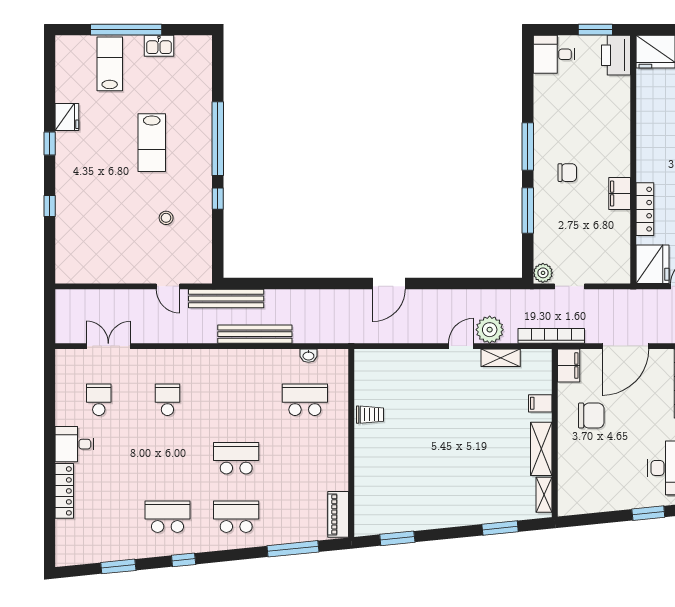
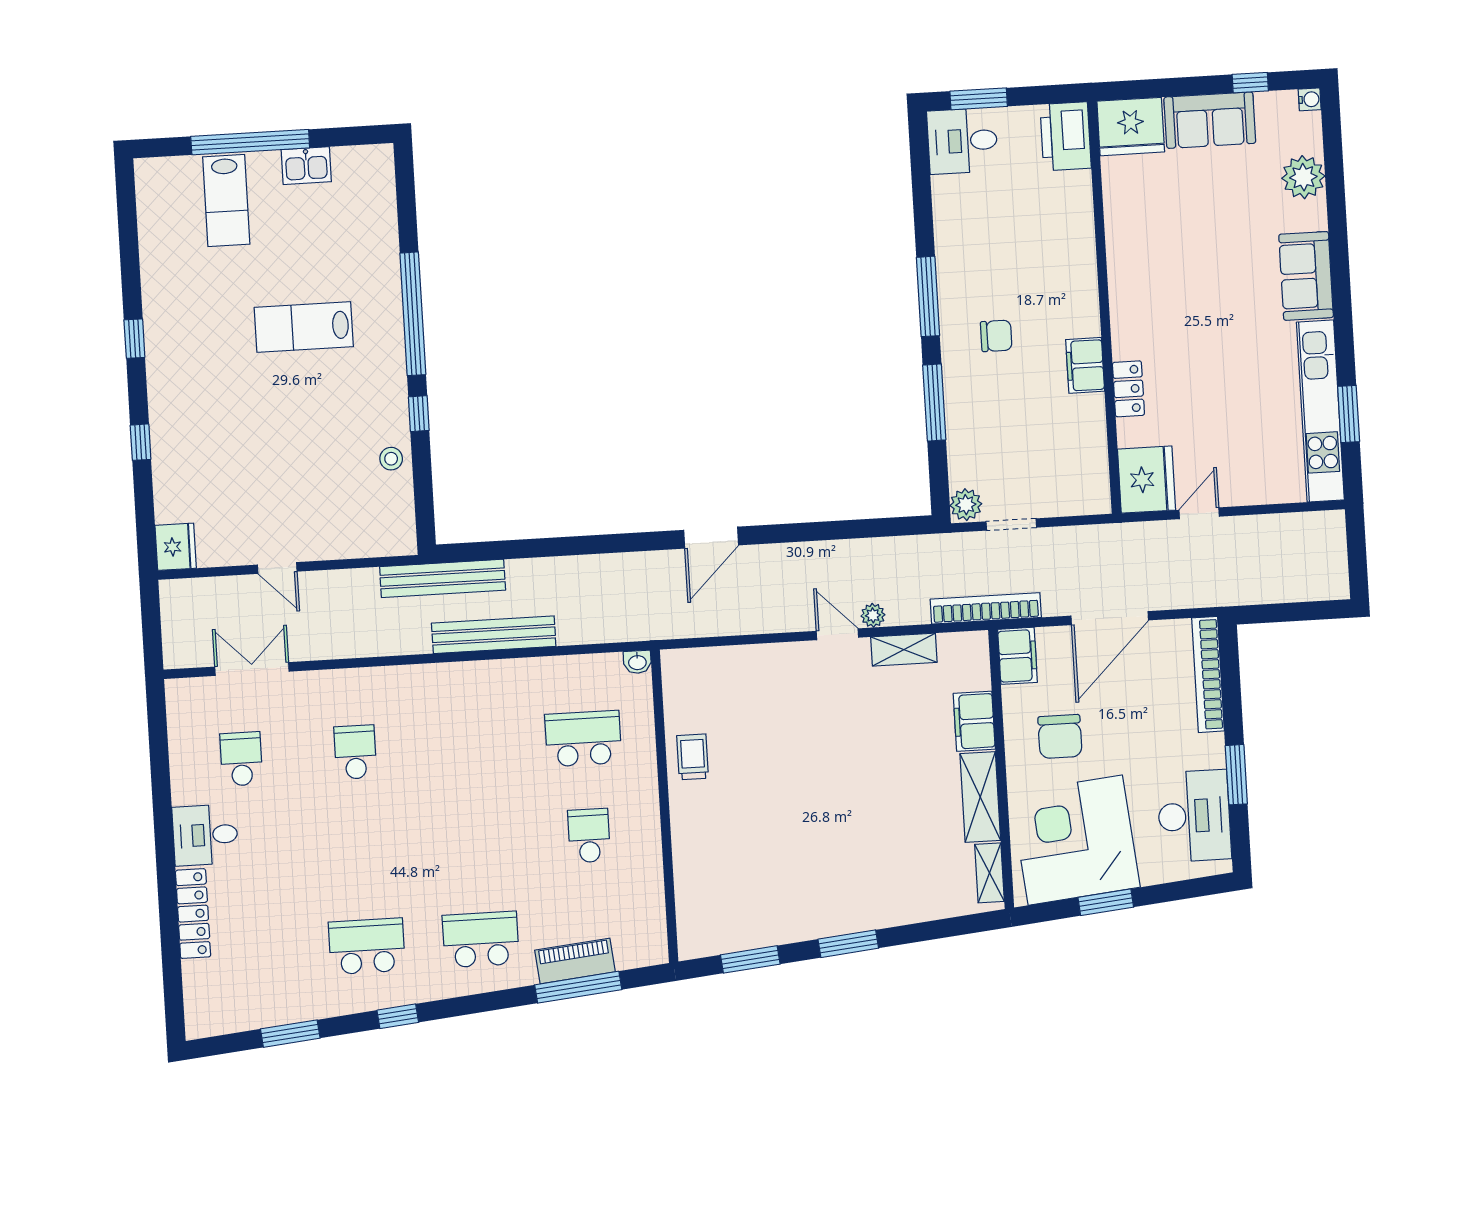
window: (595, 30) -> (979, 99), moved
lab bench: (110, 64) -> (226, 201), turned 180
fridge: (67, 117) -> (176, 547), moved
lab bench: (152, 143) -> (304, 327), turned 90
locker: (645, 209) -> (1128, 389), width x0.66
stool: (166, 218) -> (391, 459), moved
door: (168, 286) -> (277, 568), moved
plant: (490, 330) -> (873, 615), width x0.53, depth x0.53
door: (461, 346) -> (837, 634), hinge flipped
washbasin: (308, 356) -> (637, 662), moved
filing cabinet: (540, 403) -> (974, 721), width x2.00
trolley: (370, 415) -> (693, 757), turned -90
chair: (591, 416) -> (1060, 737), turned 90
school desk: (236, 458) -> (589, 836), moved, width x0.54
corner desk: (597, 478) -> (1075, 840), added
window: (648, 513) -> (1106, 902), moved
piano: (338, 514) -> (575, 961), moved, turned 84
window: (500, 528) -> (848, 944), moved

